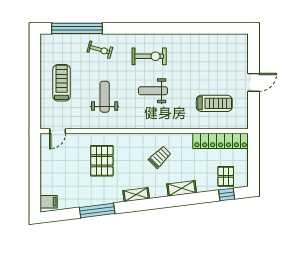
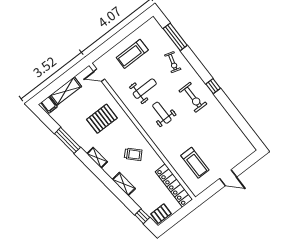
window: (77, 28) -> (175, 37), width x0.68
window: (153, 28) -> (213, 86), added
treadmill: (62, 83) -> (132, 54), turned 180
weight bench: (153, 91) -> (162, 113), moved
shelving: (48, 175) -> (66, 91), added
pallet: (226, 176) -> (161, 214), moved

